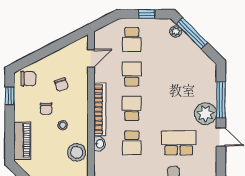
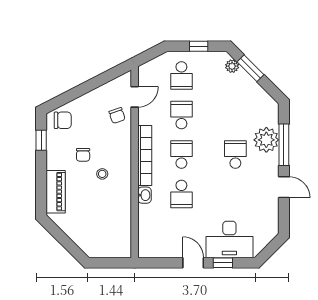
window: (192, 33) -> (251, 68), width x0.69
chair: (61, 85) -> (117, 116), moved
plant: (206, 114) -> (266, 140), moved
school desk: (179, 143) -> (235, 154), moved, width x0.54
stool: (77, 152) -> (118, 205), removed

